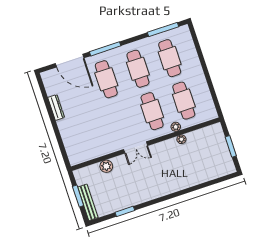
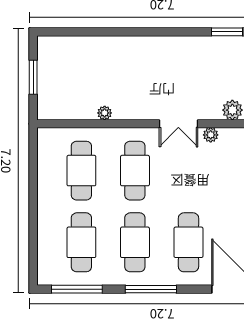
window: (105, 49) -> (151, 289), moved
plant: (176, 127) -> (211, 135), moved
double door: (136, 147) -> (178, 124), swing flipped

